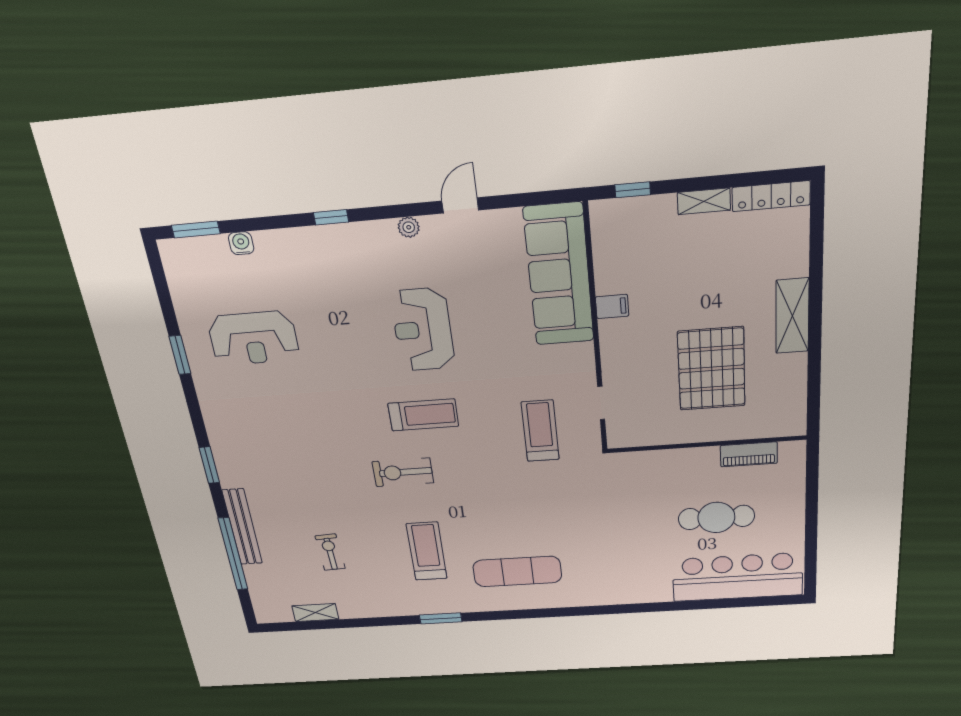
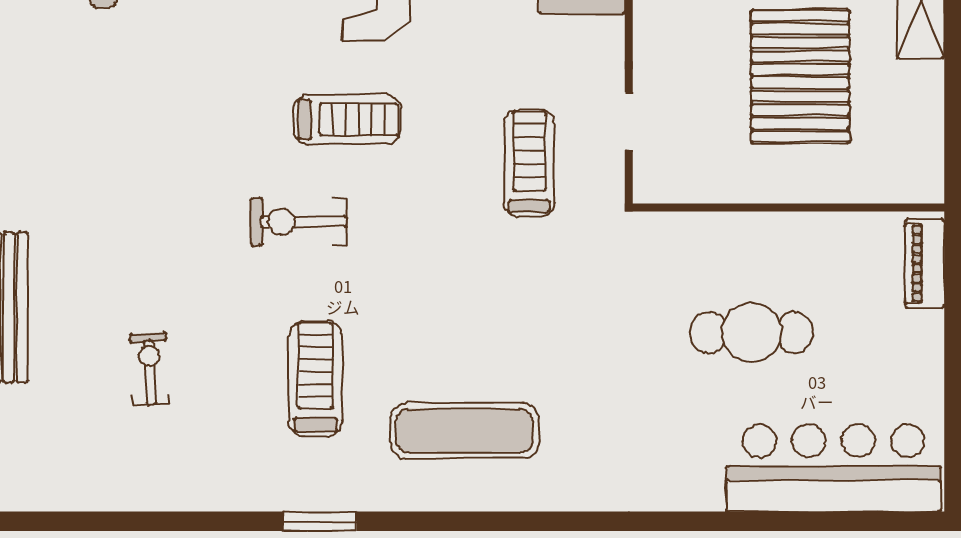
piano: (749, 454) -> (925, 263), moved, turned 90
cafe table: (716, 517) -> (752, 333), moved
shelving: (315, 613) -> (100, 494), removed

